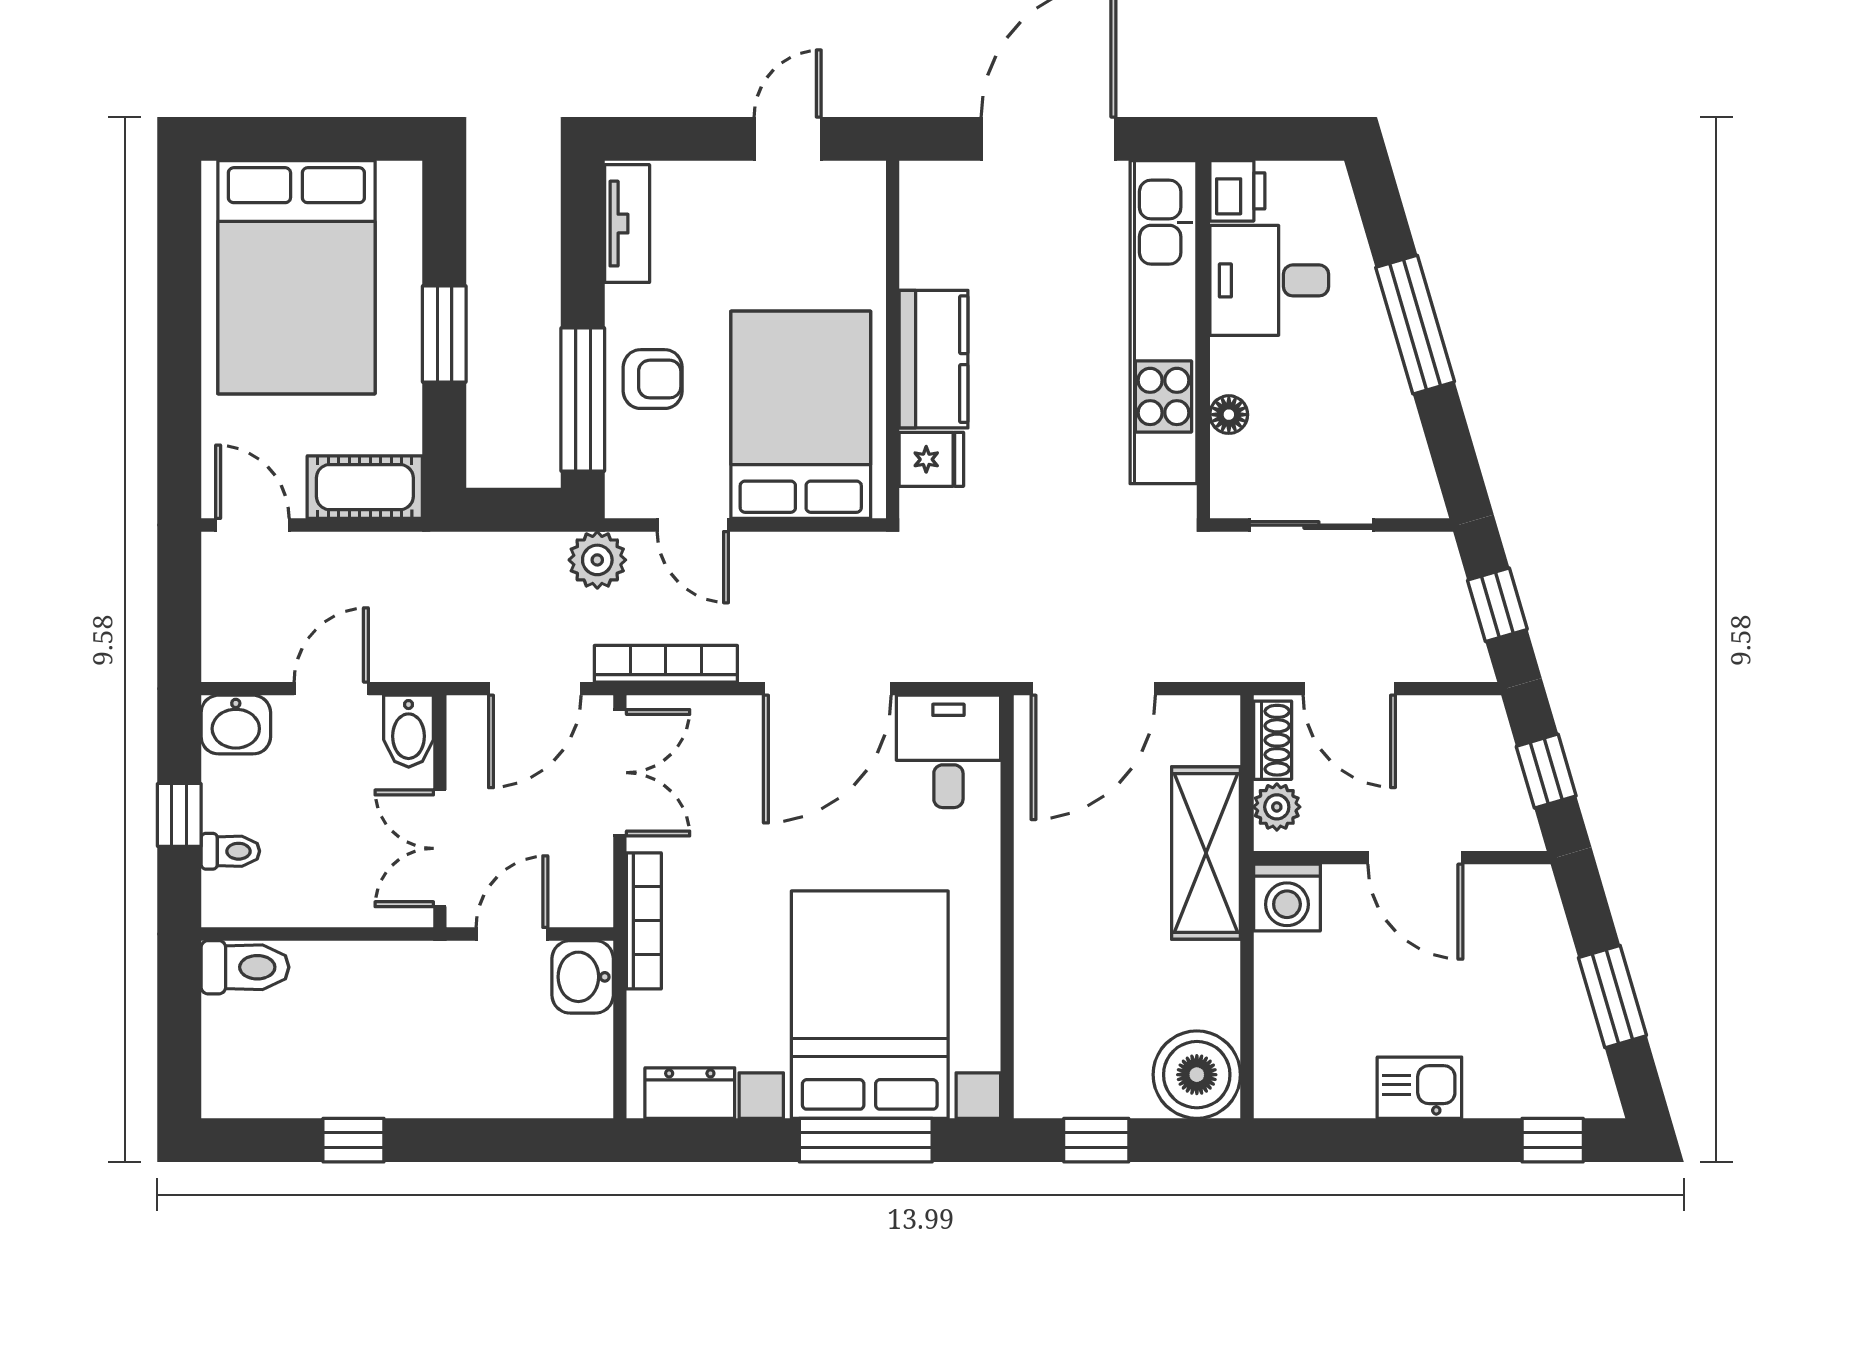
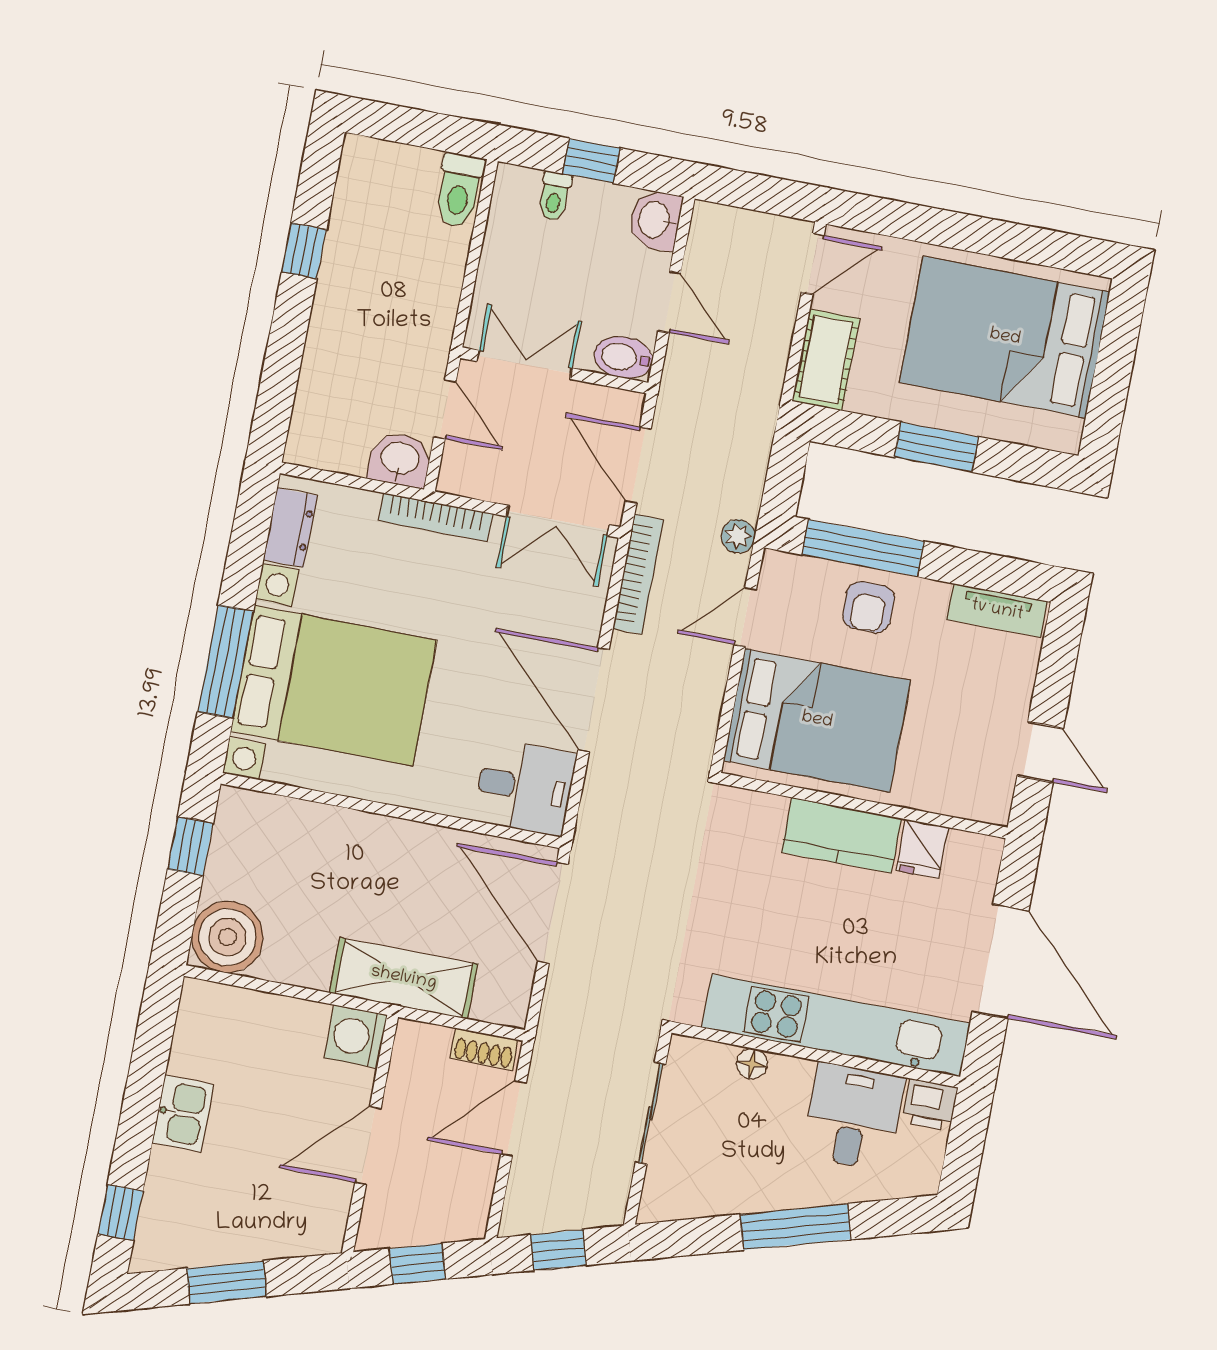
fridge: (931, 459) -> (922, 849), moved
plant: (597, 560) -> (738, 536), width x0.73, depth x0.73
plant: (1277, 807) -> (430, 1042), removed

